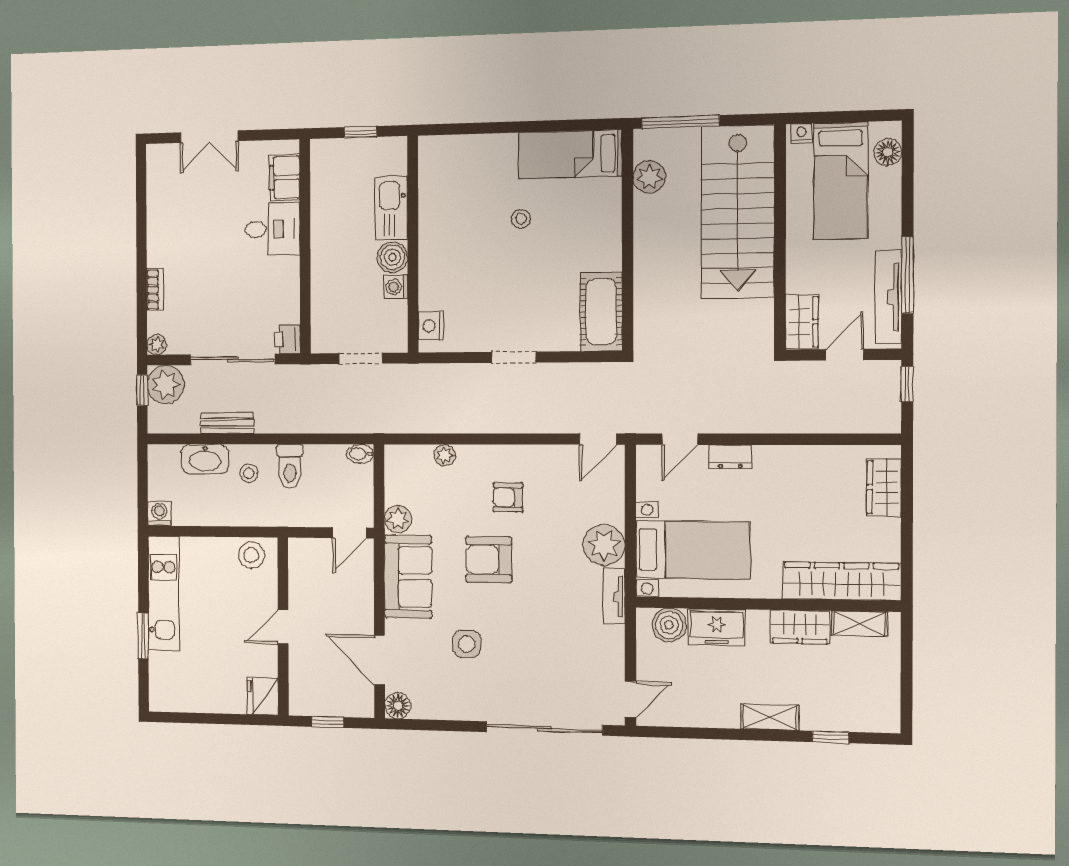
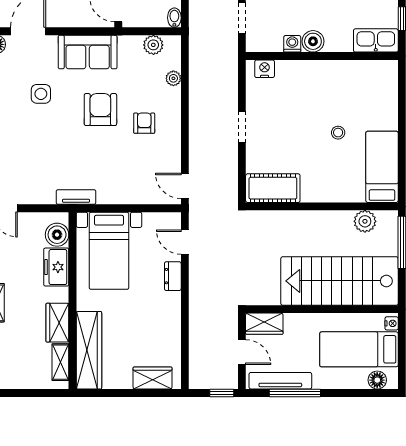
kitchen sink: (391, 208) -> (376, 40), moved
plant: (398, 519) -> (153, 45), moved
plant: (604, 545) -> (111, 190), removed

